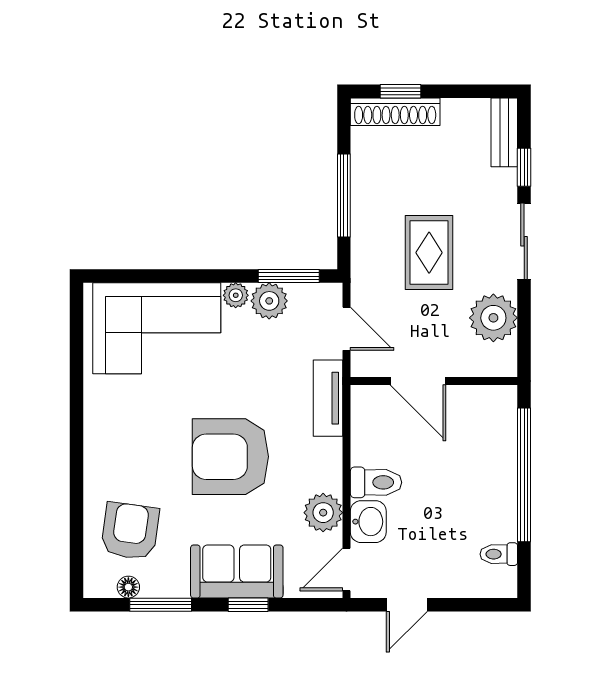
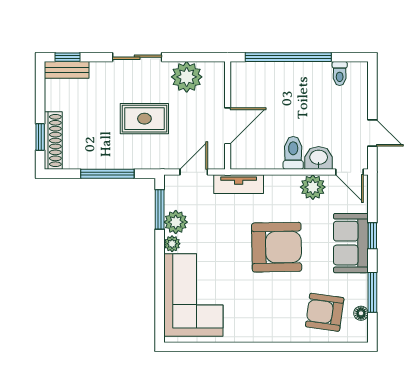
window: (524, 167) -> (68, 57), moved
armchair: (230, 457) -> (277, 247), turned -91

